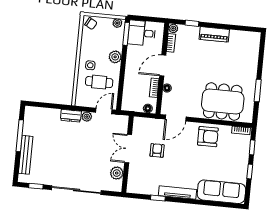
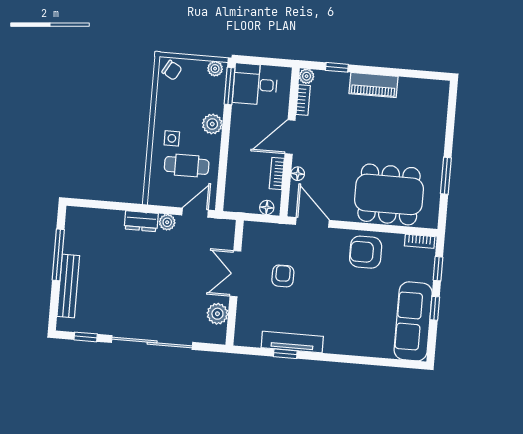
door: (176, 118) -> (312, 222), swing flipped
armchair: (208, 137) -> (366, 252), turned 180
sofa: (221, 192) -> (413, 321), moved, turned -90
tv unit: (178, 193) -> (292, 342), moved

